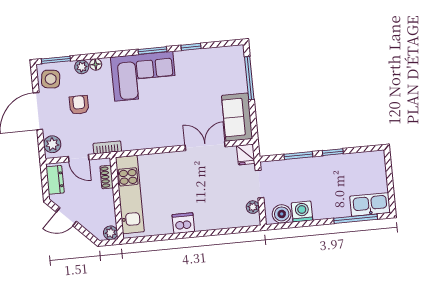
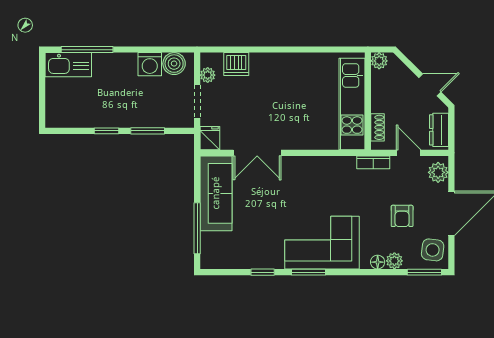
sofa: (237, 117) -> (216, 193), width x1.36
dishwasher: (183, 223) -> (236, 64), moved

